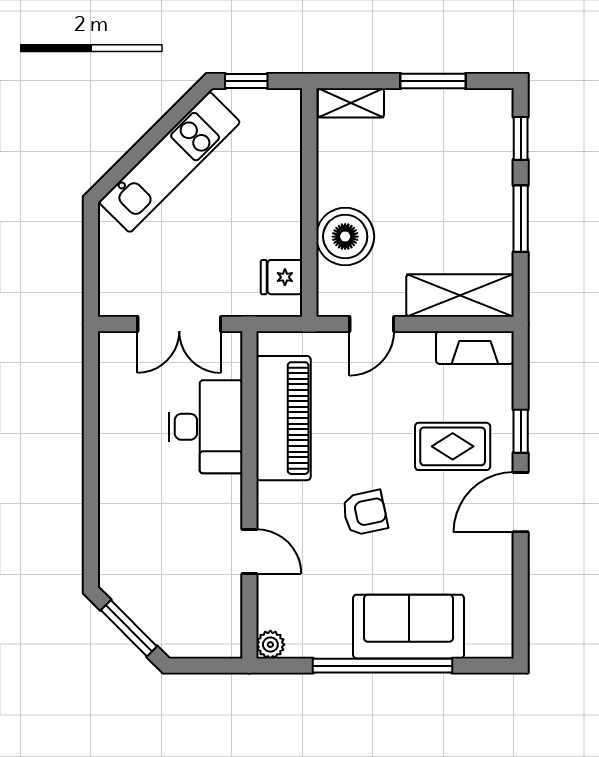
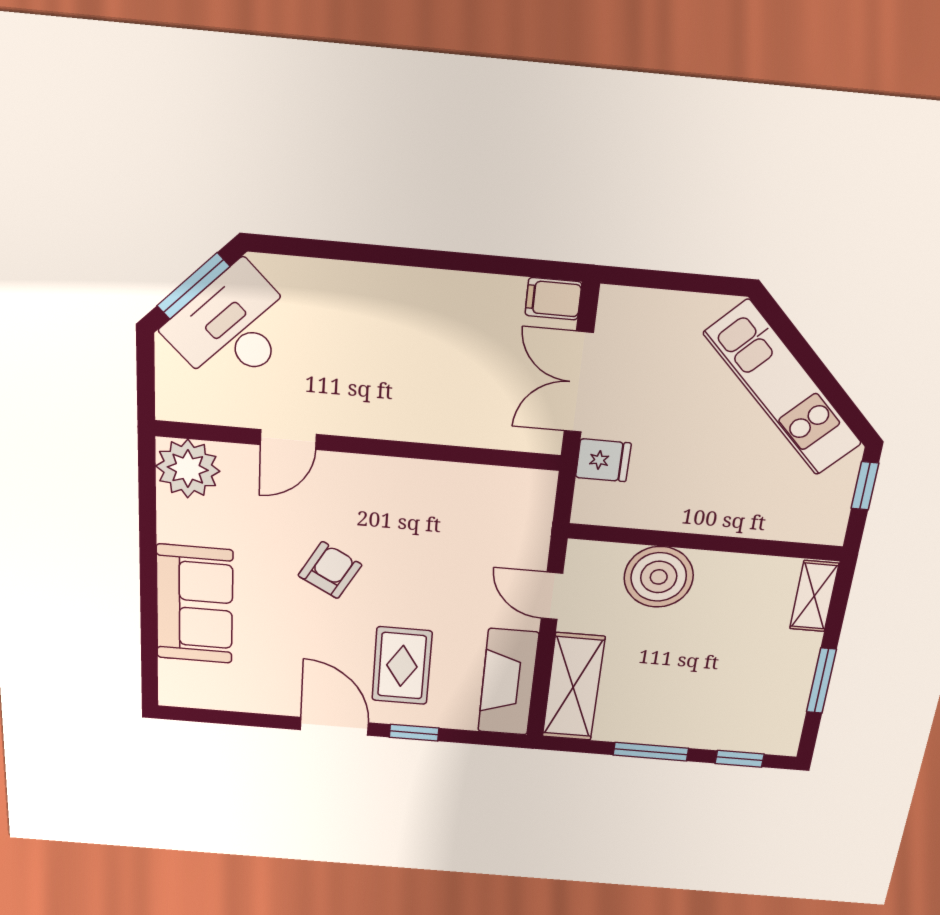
fridge: (282, 277) -> (603, 460), moved, turned 90
fireplace: (475, 348) -> (508, 682), width x1.37, depth x1.32
filing cabinet: (113, 351) -> (553, 299), added
piano: (283, 418) -> (450, 492), removed
desk: (206, 427) -> (233, 328), moved, turned 135
armchair: (365, 513) -> (330, 570), turned -139
plant: (270, 645) -> (188, 469), width x1.87, depth x1.87
window: (382, 666) -> (148, 574), removed

